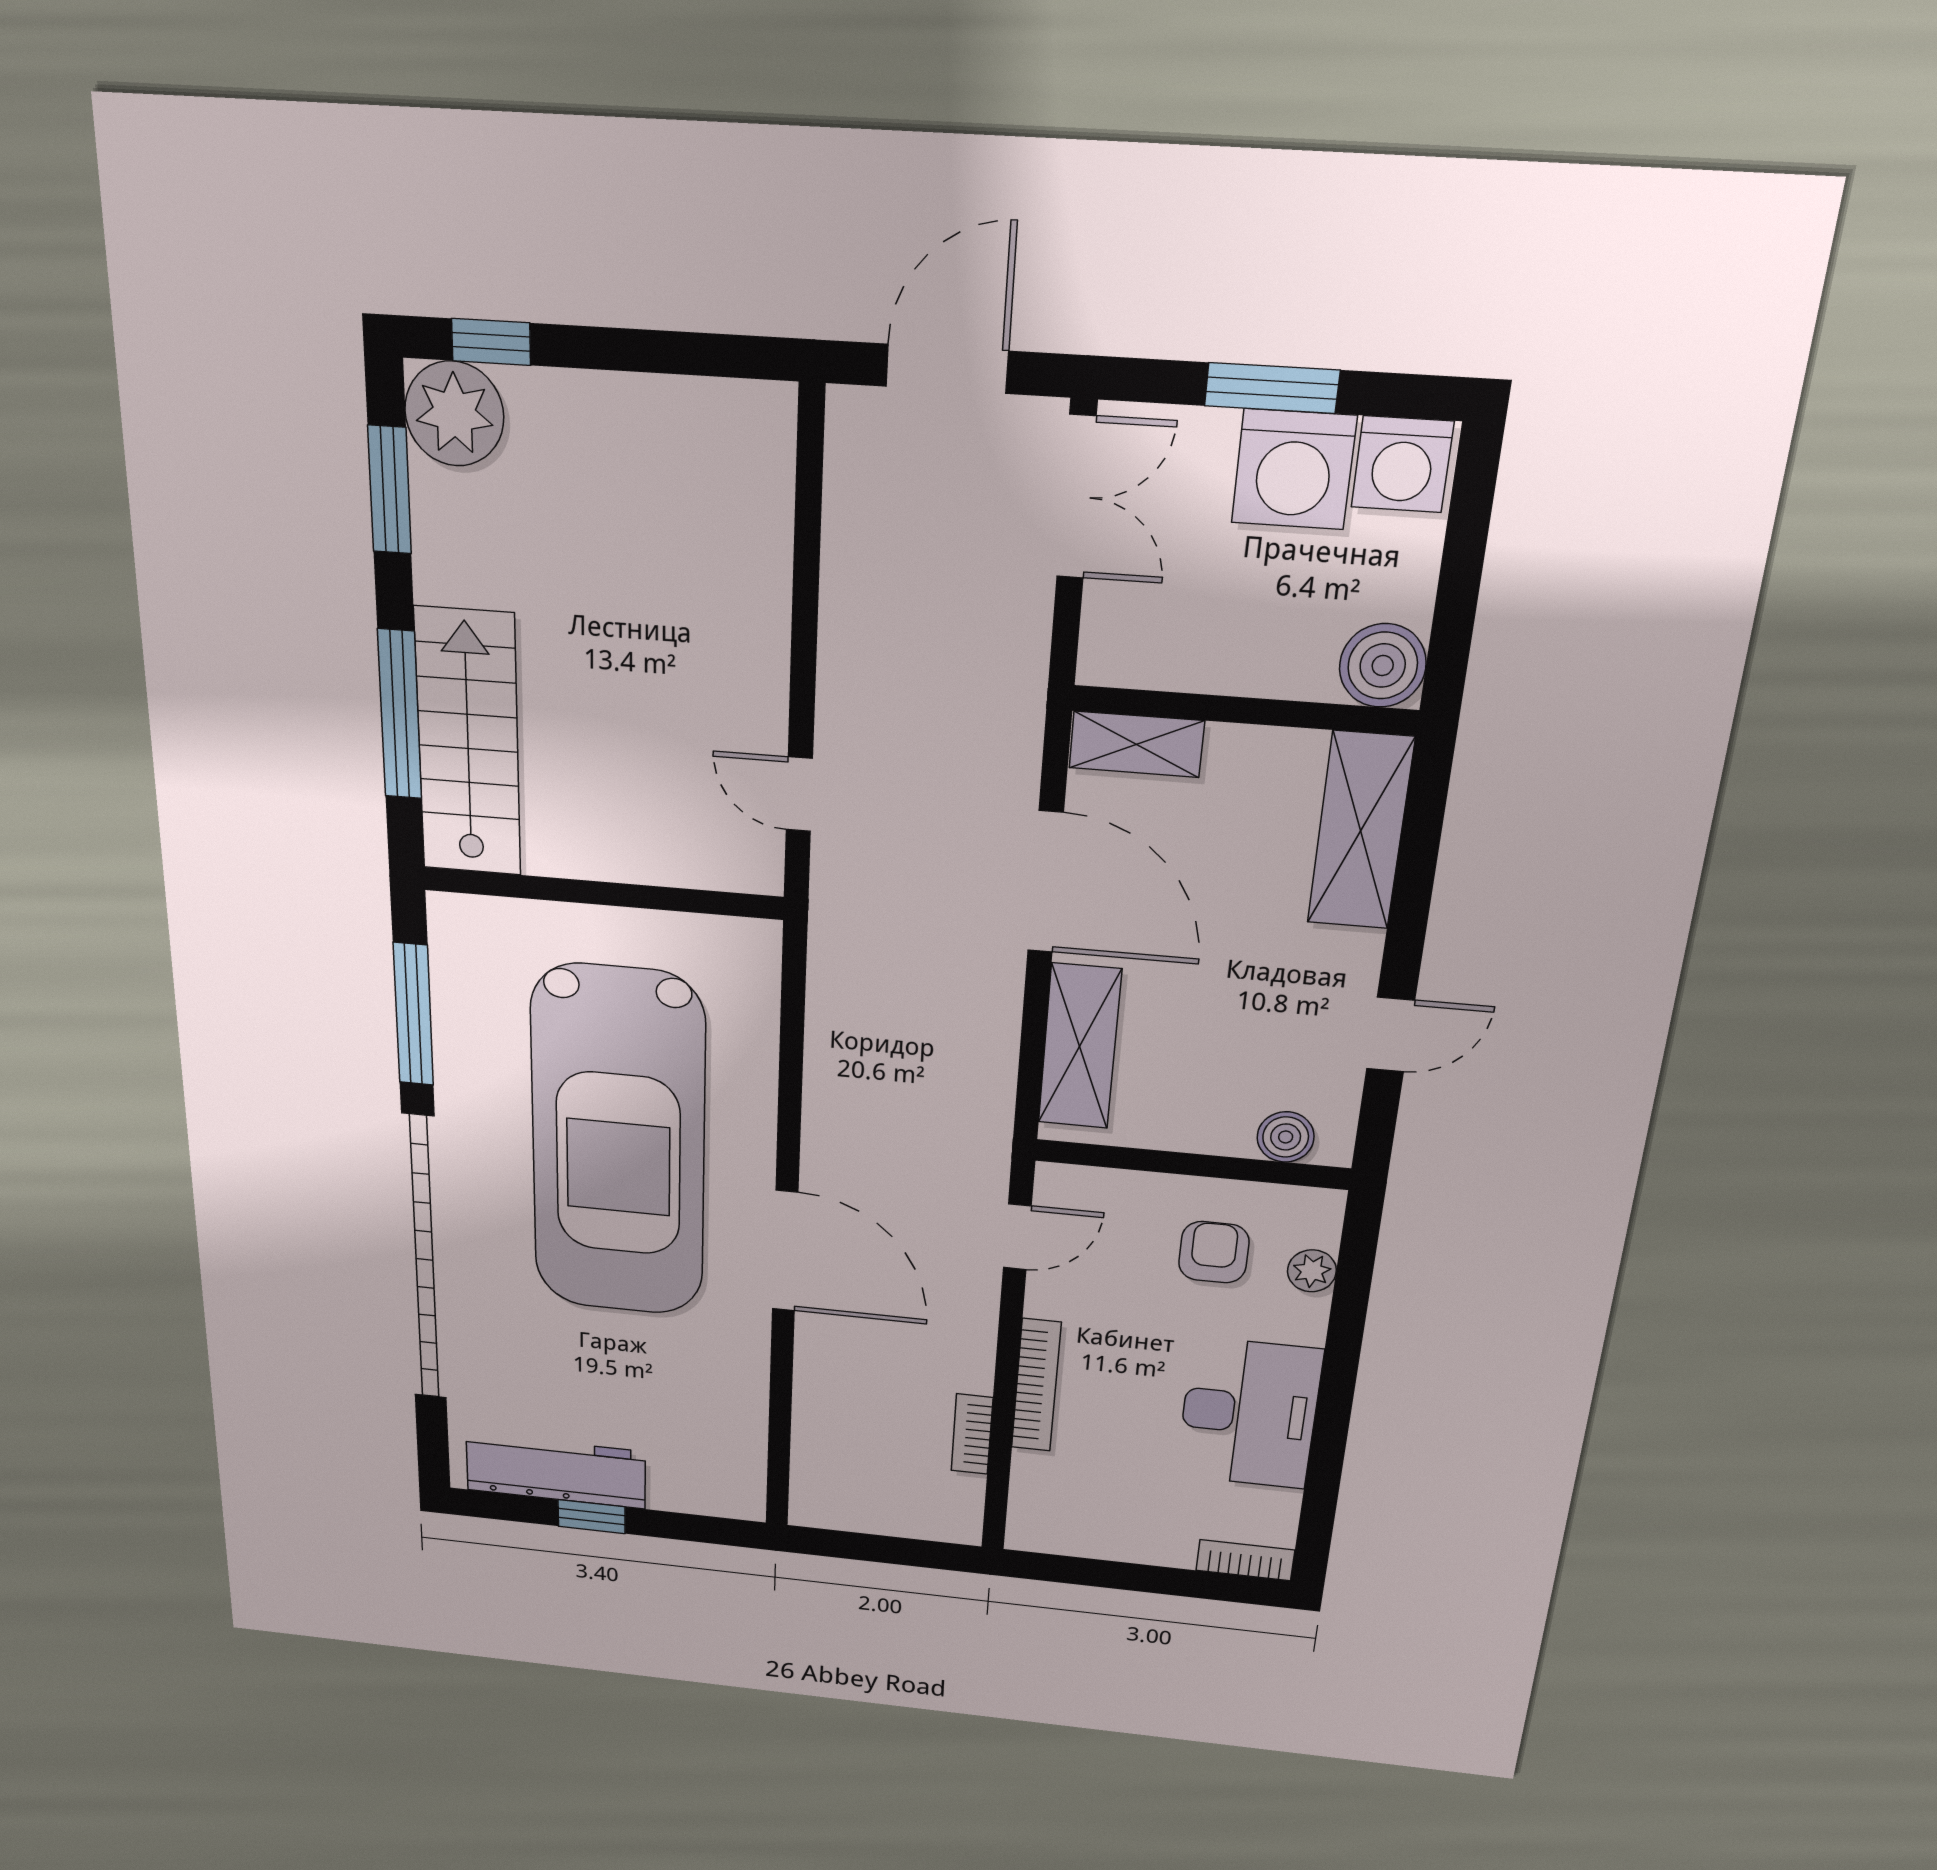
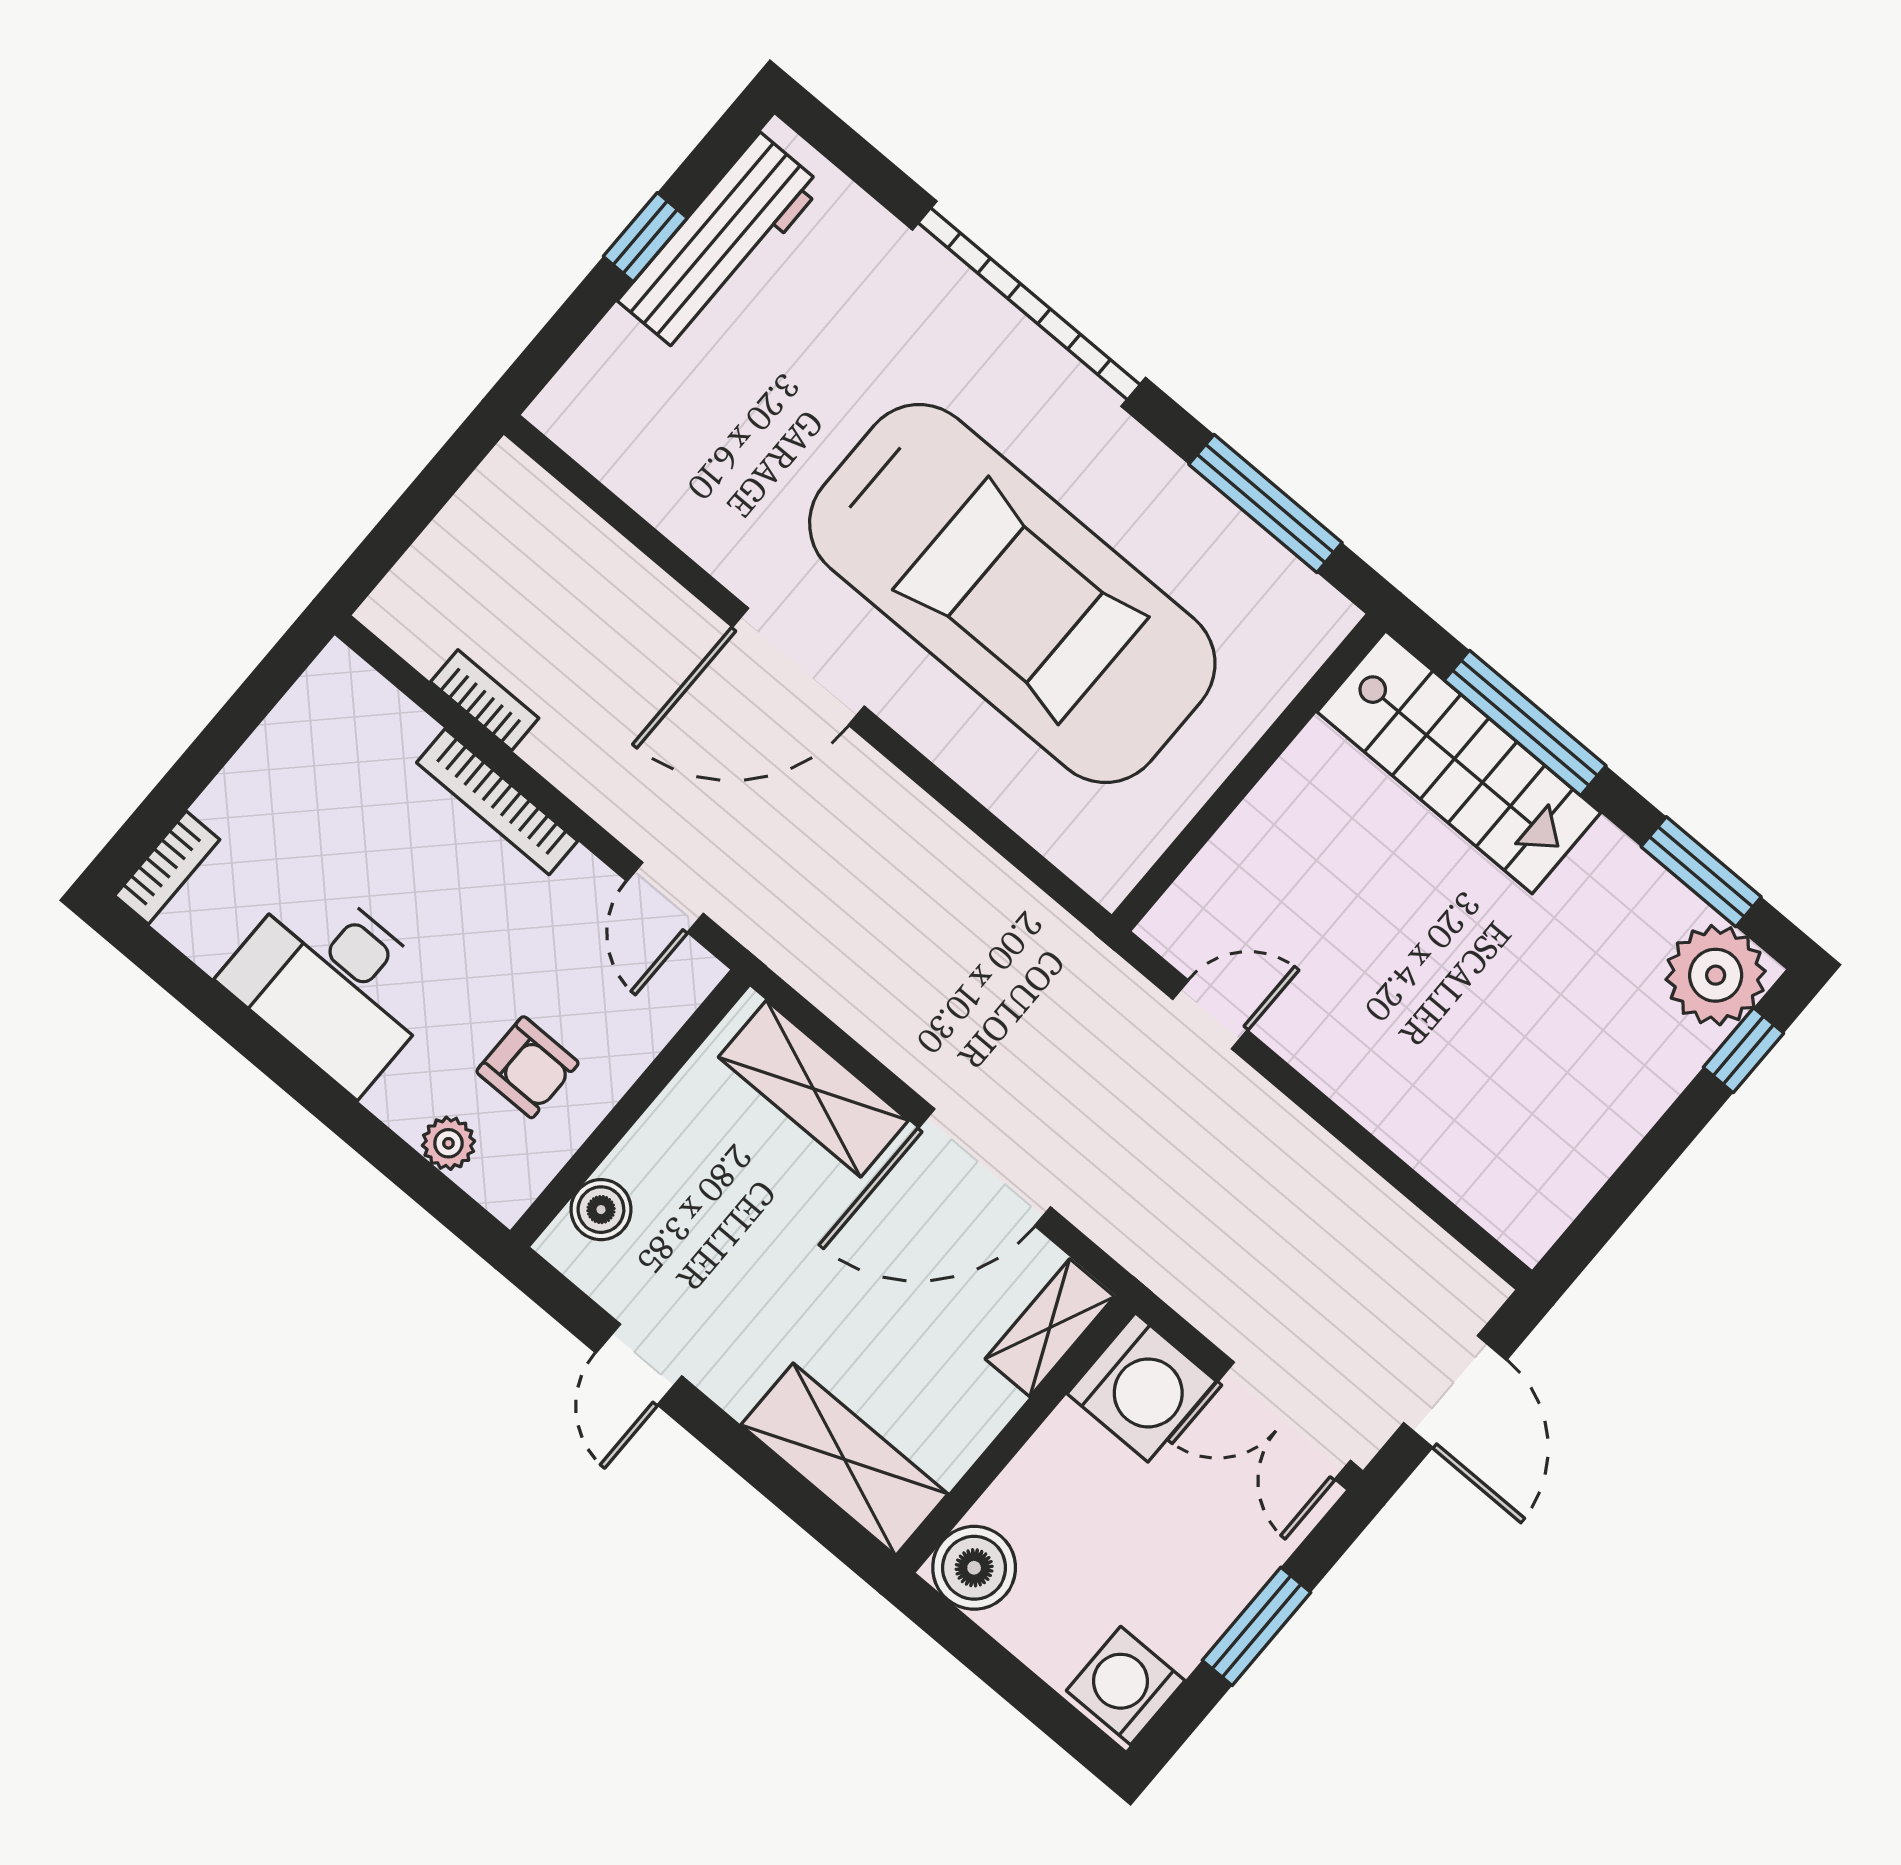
washing machine: (1294, 469) -> (1142, 1387), moved, turned 180
car: (618, 1143) -> (1012, 594), turned 180
garage door: (424, 1259) -> (1029, 304), width x0.73

